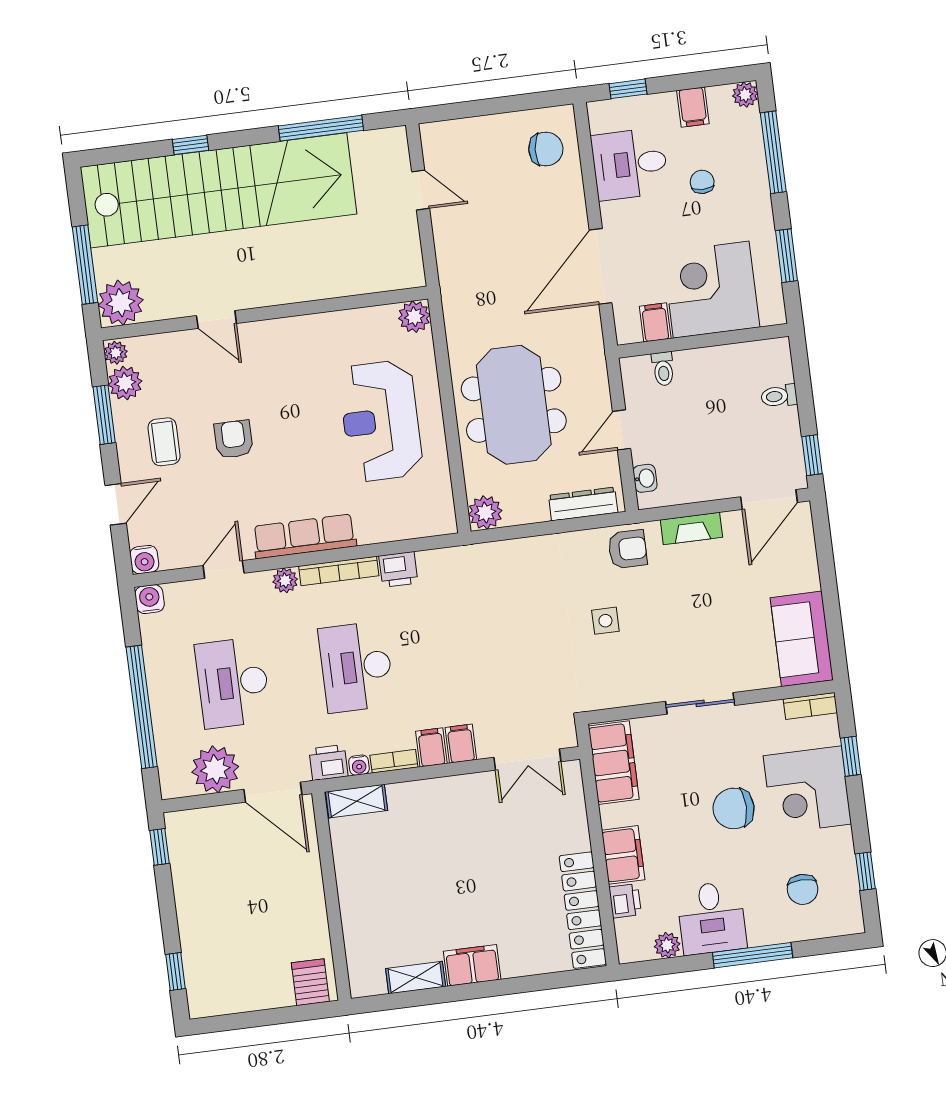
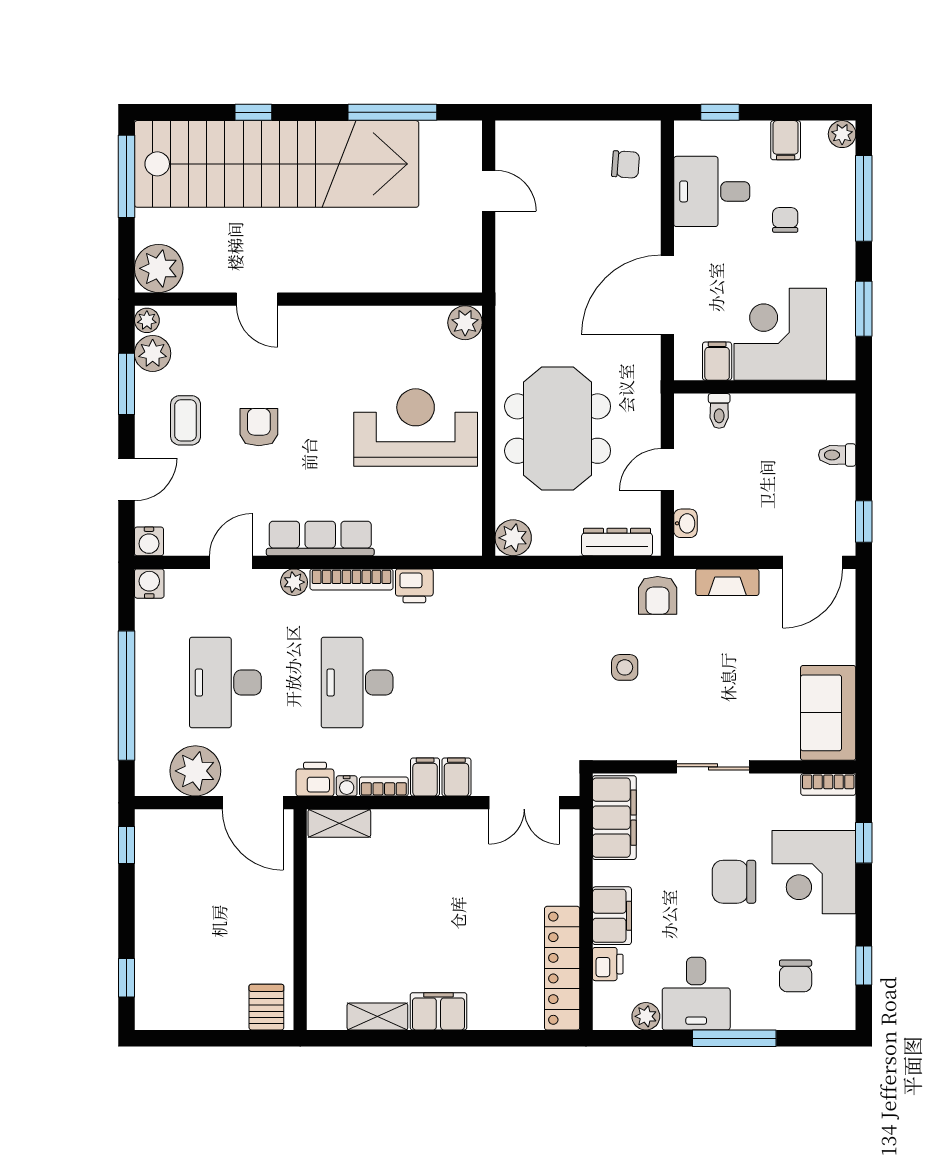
chair: (546, 149) -> (626, 164), width x0.73, depth x0.73
window: (85, 265) -> (126, 176), moved
reception desk: (381, 421) -> (416, 428), turned 90
armchair: (628, 549) -> (658, 595), turned 90

